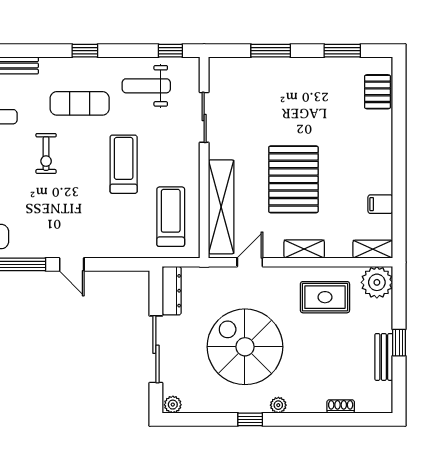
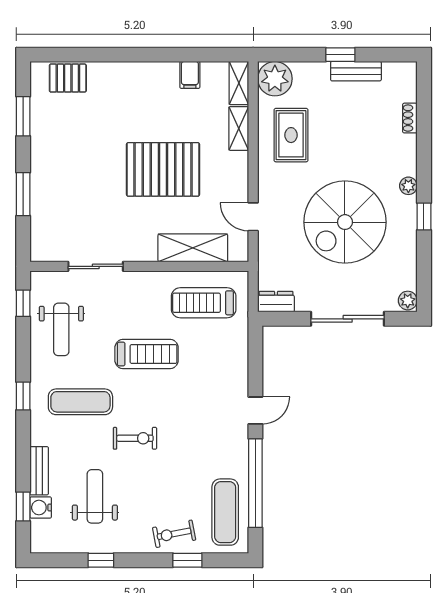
exercise mat: (80, 103) -> (80, 402), turned 90
treadmill: (124, 164) -> (147, 354), turned 180
shelving: (221, 207) -> (193, 248), width x0.68
shelving: (304, 249) -> (239, 128), moved
dresser: (172, 291) -> (276, 302), width x0.70

